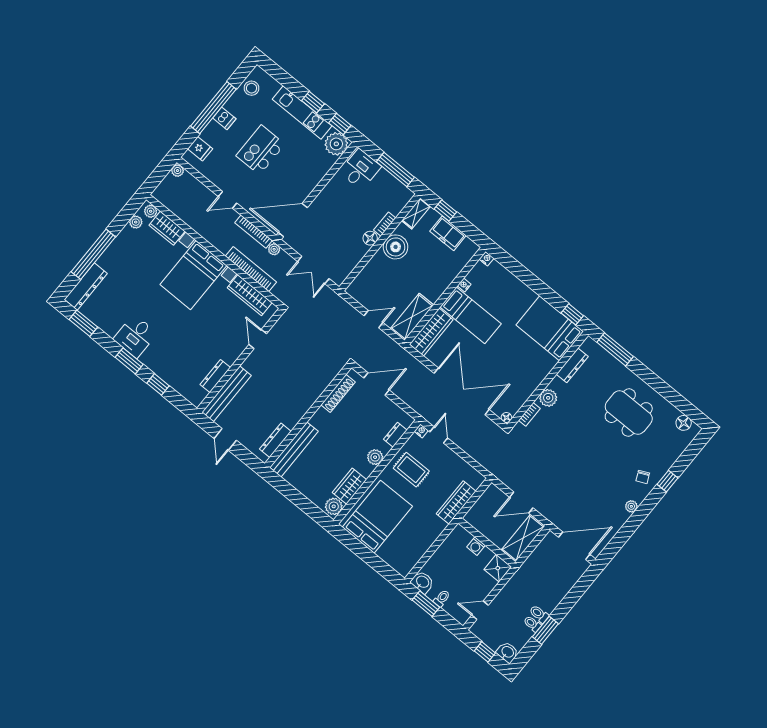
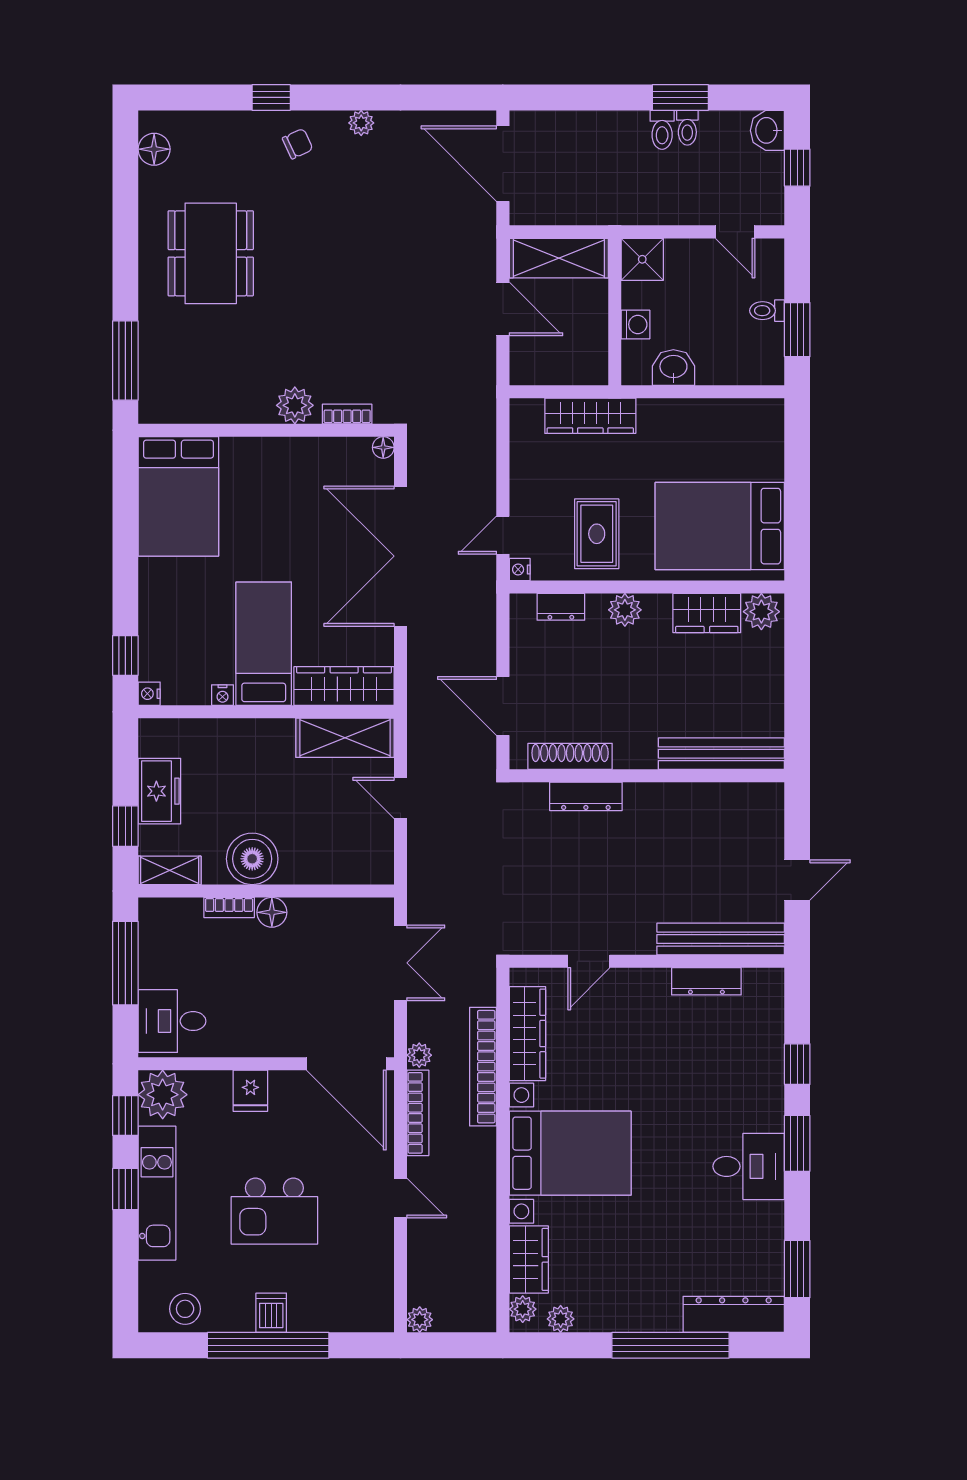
fridge: (200, 149) -> (250, 1091), moved, turned 180
window: (572, 314) -> (125, 655), moved
dresser: (572, 365) -> (209, 410), removed
dresser: (275, 440) -> (586, 796), moved
washbasin: (422, 582) -> (673, 368), moved, turned 90

